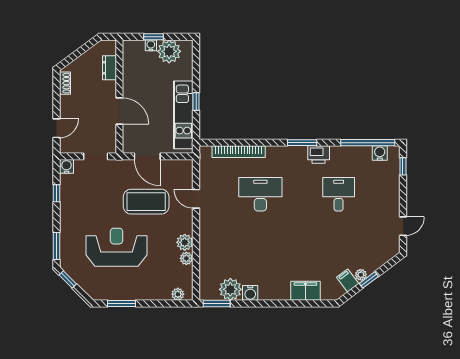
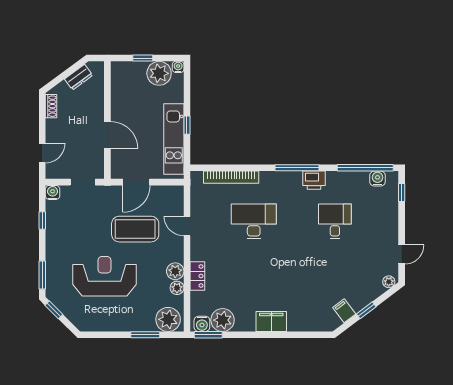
water cooler: (151, 45) -> (178, 67), moved
dresser: (110, 68) -> (79, 77), moved, turned -126
window: (302, 143) -> (297, 168), width x1.44
door: (147, 156) -> (136, 182), hinge flipped
locker: (206, 247) -> (197, 276), added
plant: (361, 275) -> (389, 282), moved
filing cabinet: (305, 291) -> (271, 322), moved
water cooler: (250, 293) -> (202, 324), moved
plant: (178, 294) -> (168, 319), width x1.87, depth x1.87
window: (121, 304) -> (145, 335), moved

